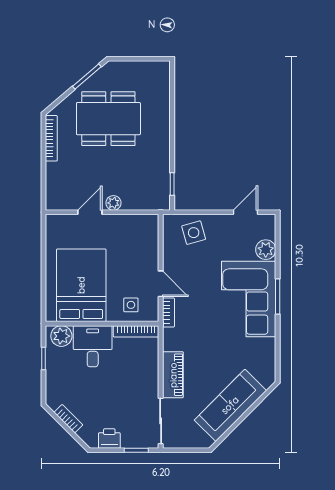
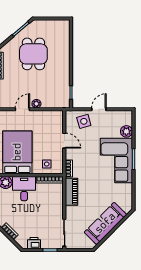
dining table: (108, 119) -> (33, 54), width x0.73
door: (246, 212) -> (99, 109), moved
door: (161, 284) -> (64, 141), moved
piano: (173, 375) -> (72, 192), moved

